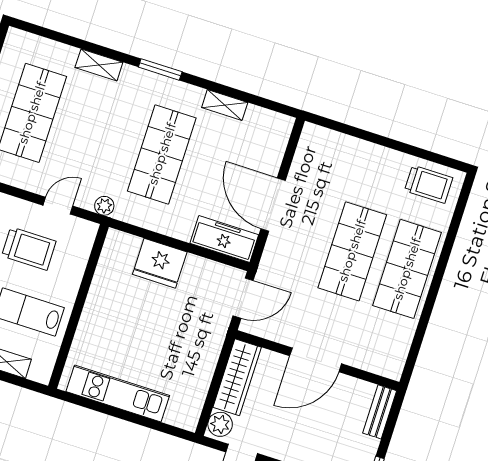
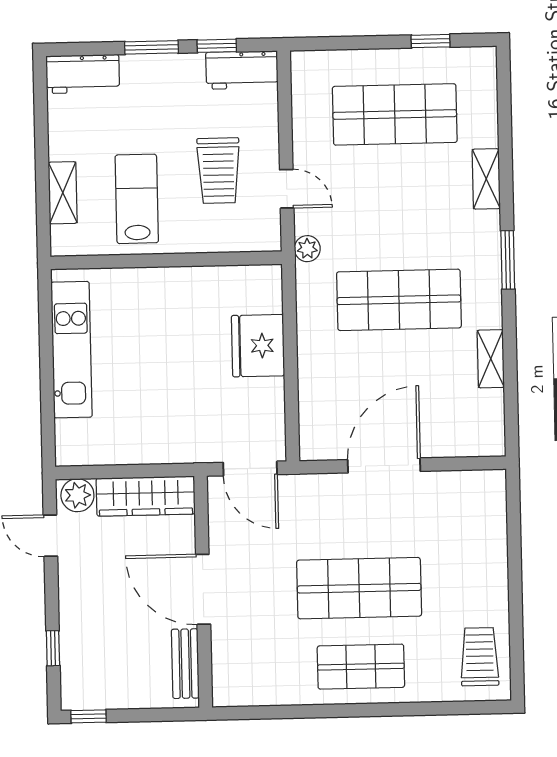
trolley: (429, 184) -> (480, 657), turned 180
freezer: (224, 239) -> (318, 418), removed
shop shelf: (407, 269) -> (361, 667), width x0.70, depth x0.74
bench: (380, 412) -> (185, 664), moved, turned 90

